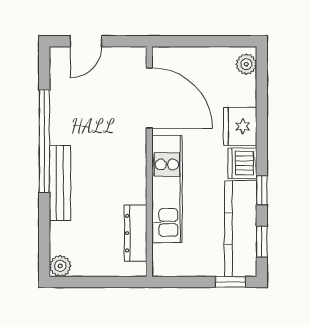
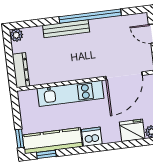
fridge: (240, 126) -> (132, 130), moved
window: (262, 190) -> (77, 151), removed
dresser: (136, 233) -> (21, 70), moved, turned 90

